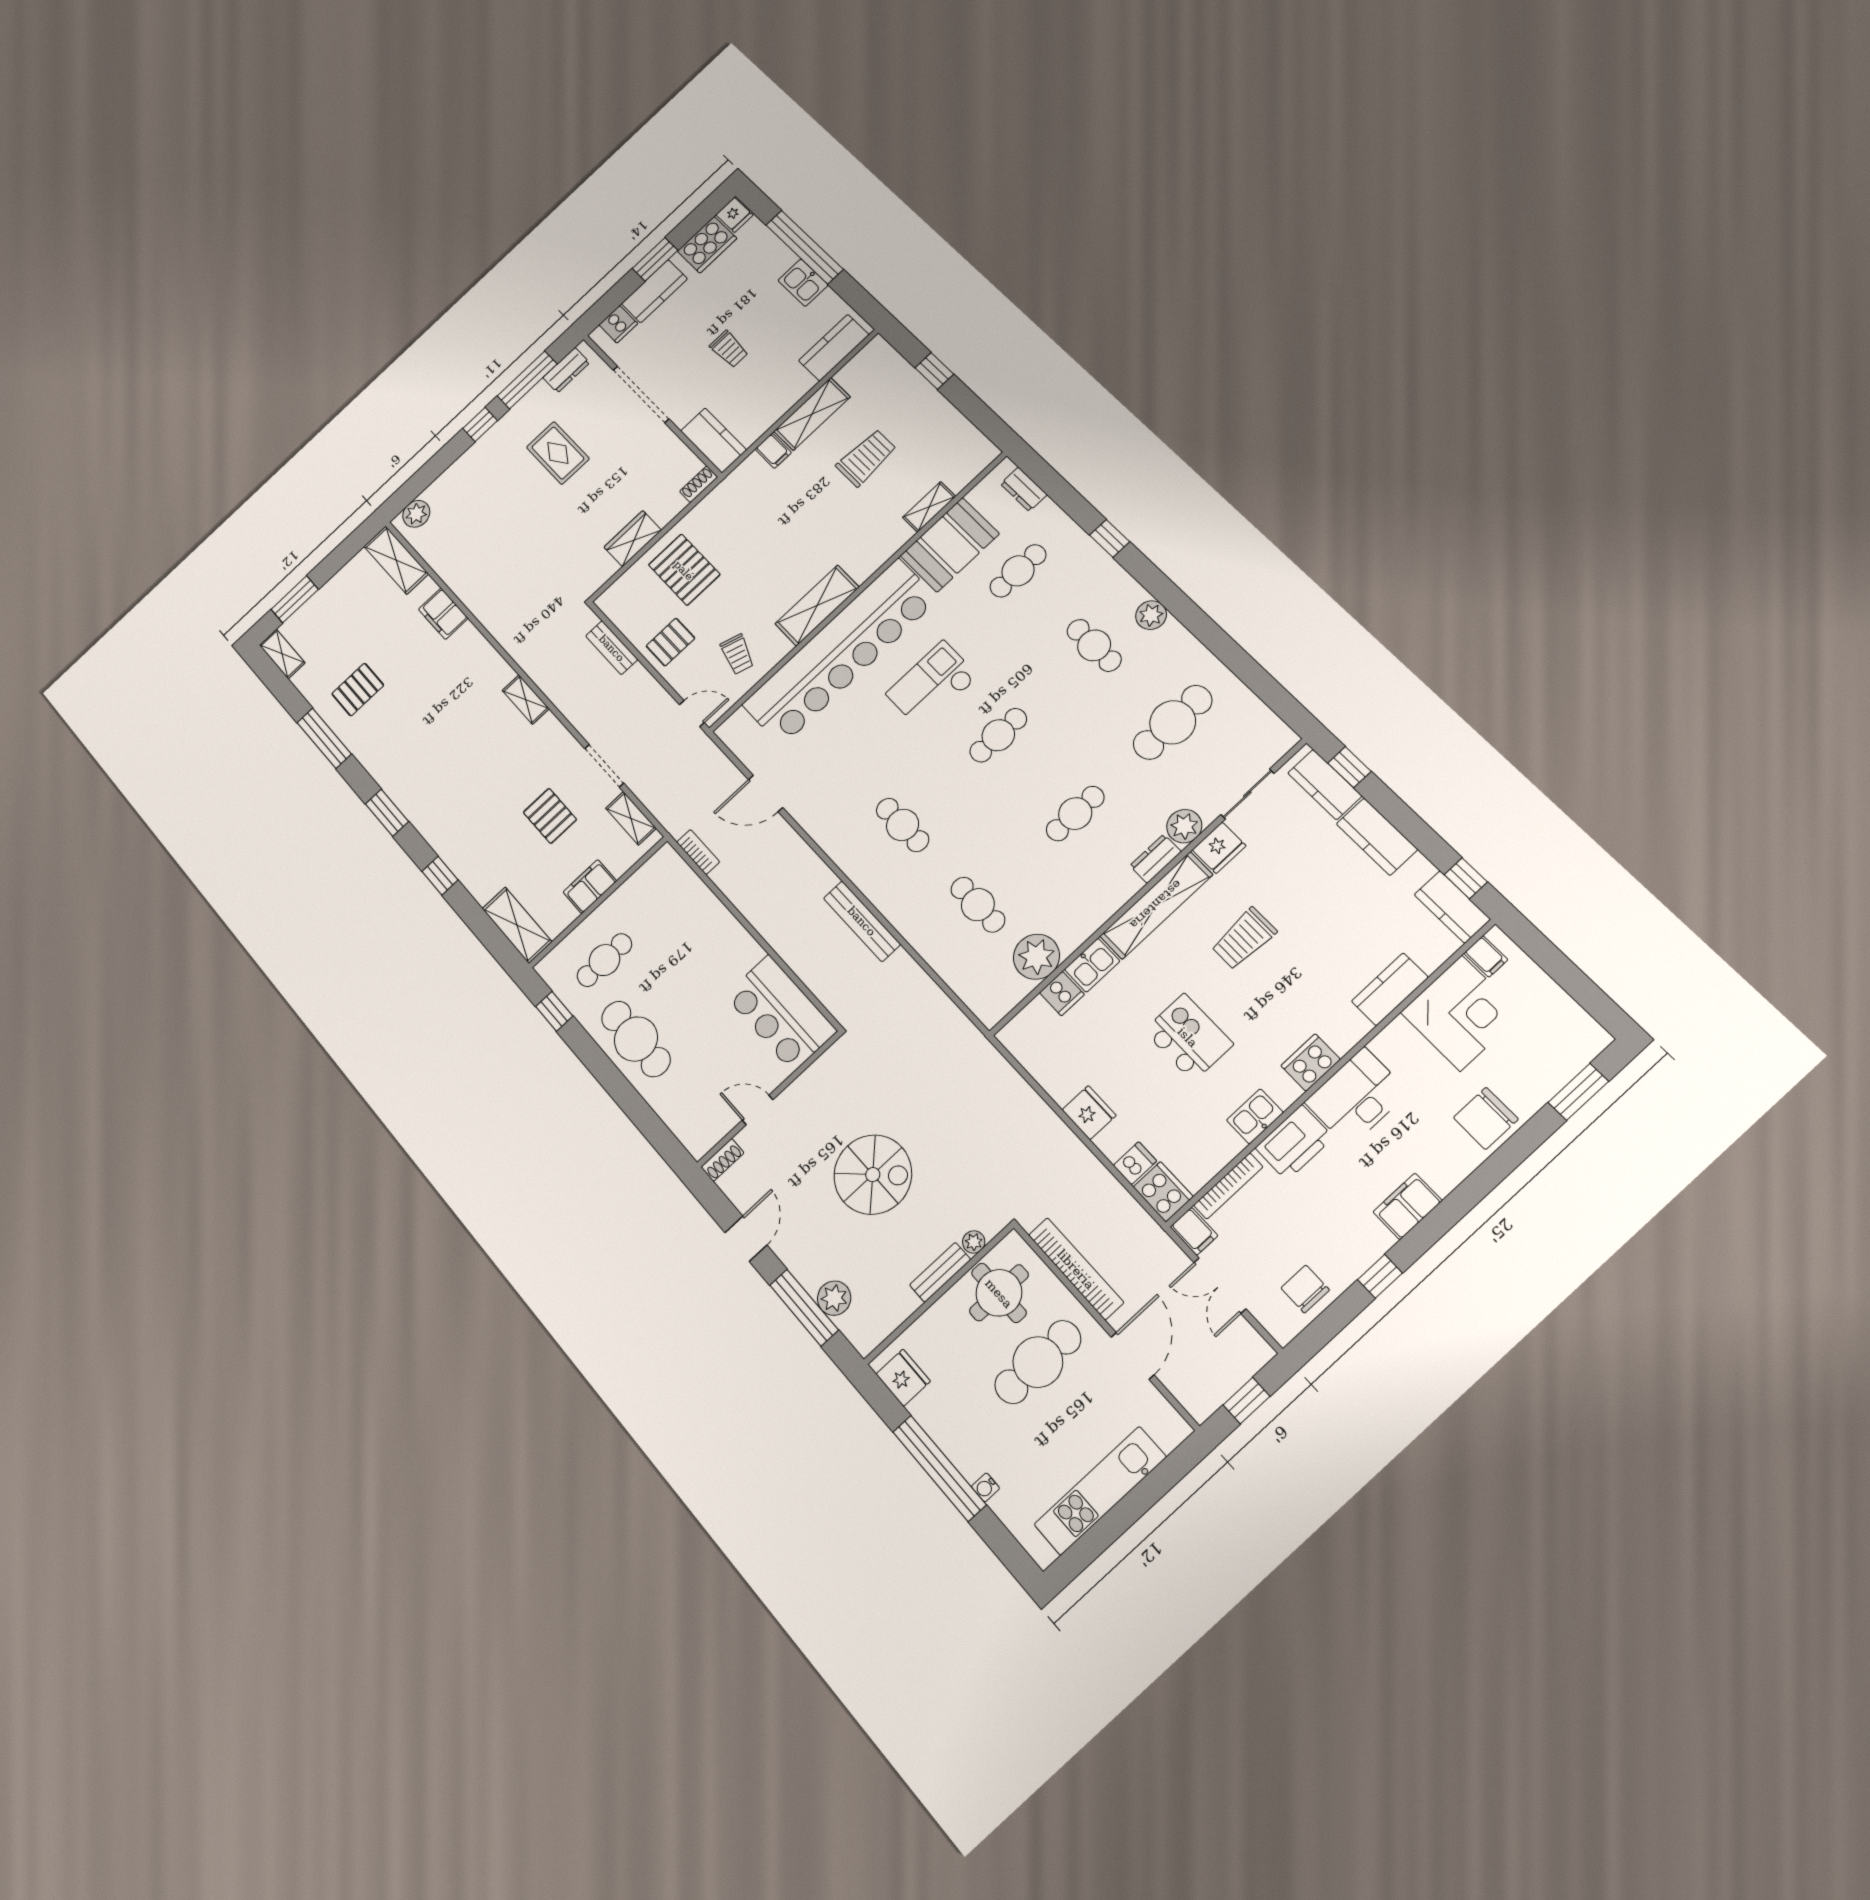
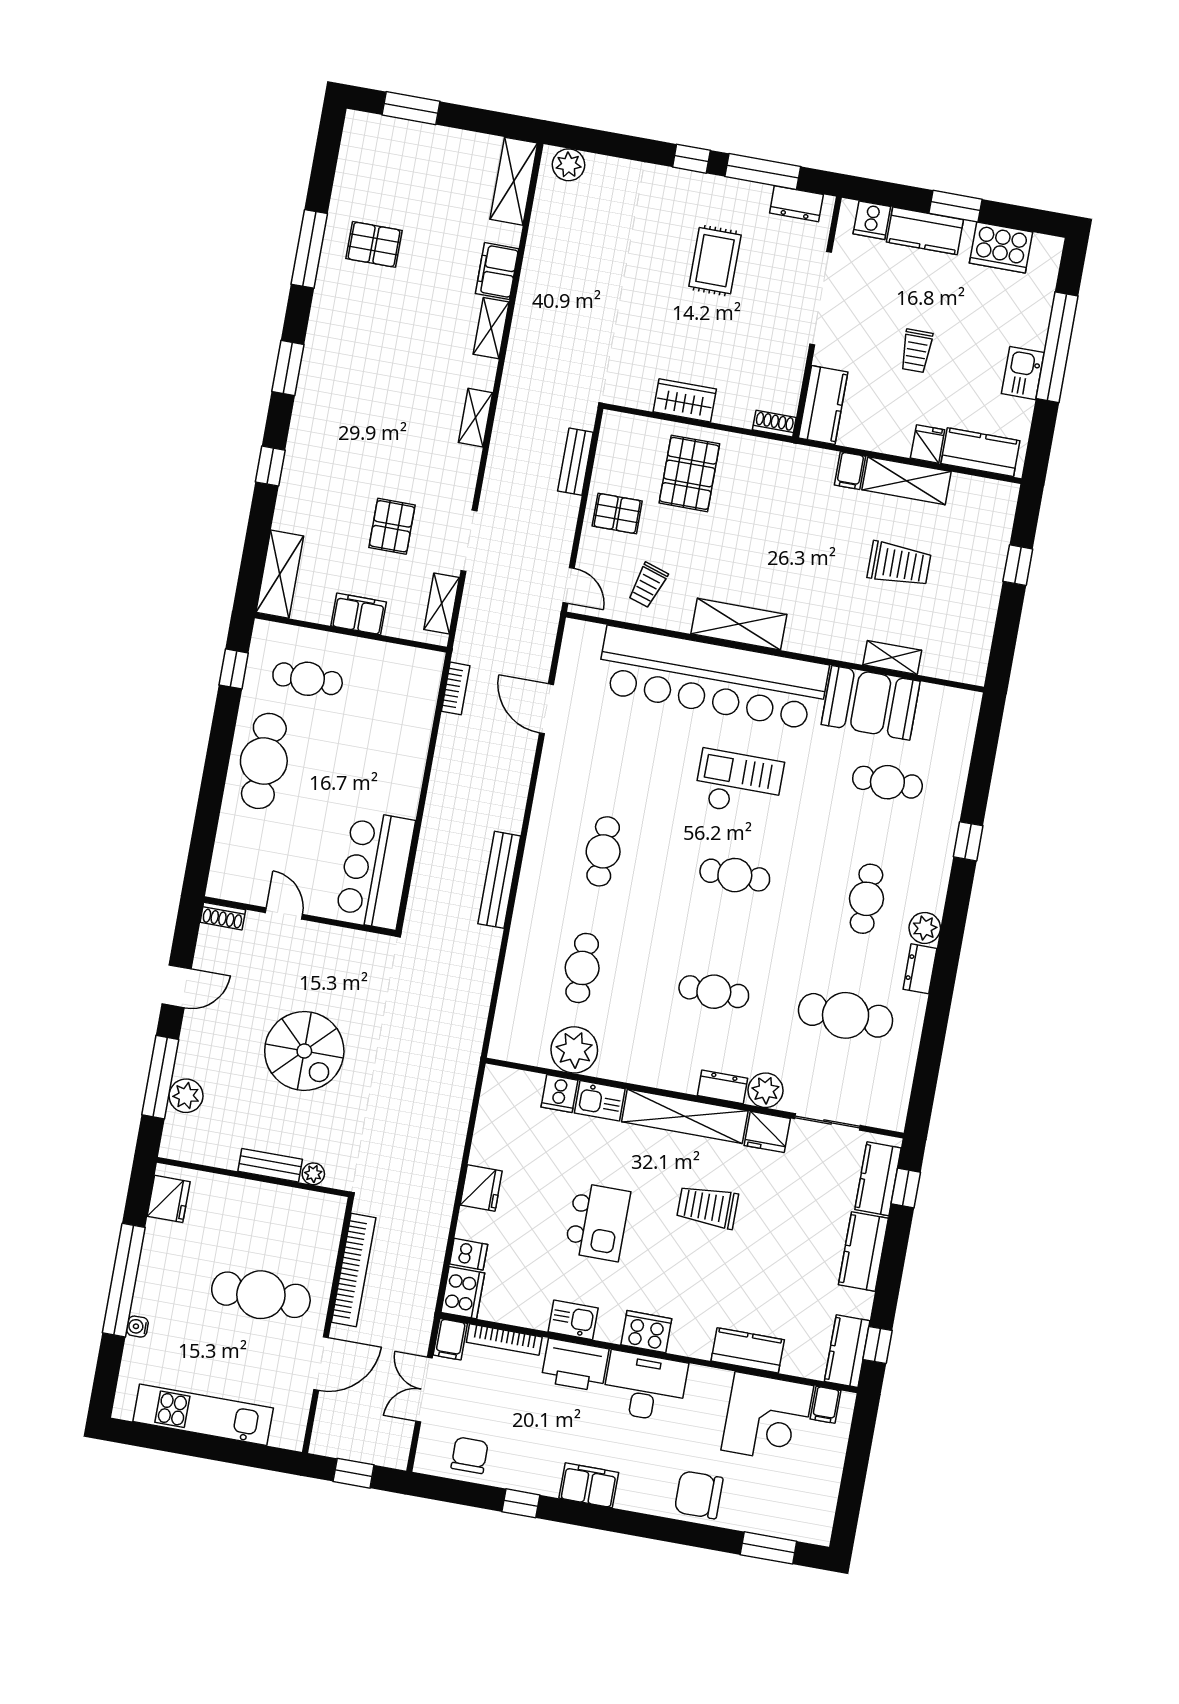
fridge: (734, 215) -> (928, 444), moved, turned 180
dresser: (1024, 489) -> (920, 969), moved
shelving: (282, 654) -> (491, 328), moved
round table: (999, 1293) -> (290, 1224), removed

